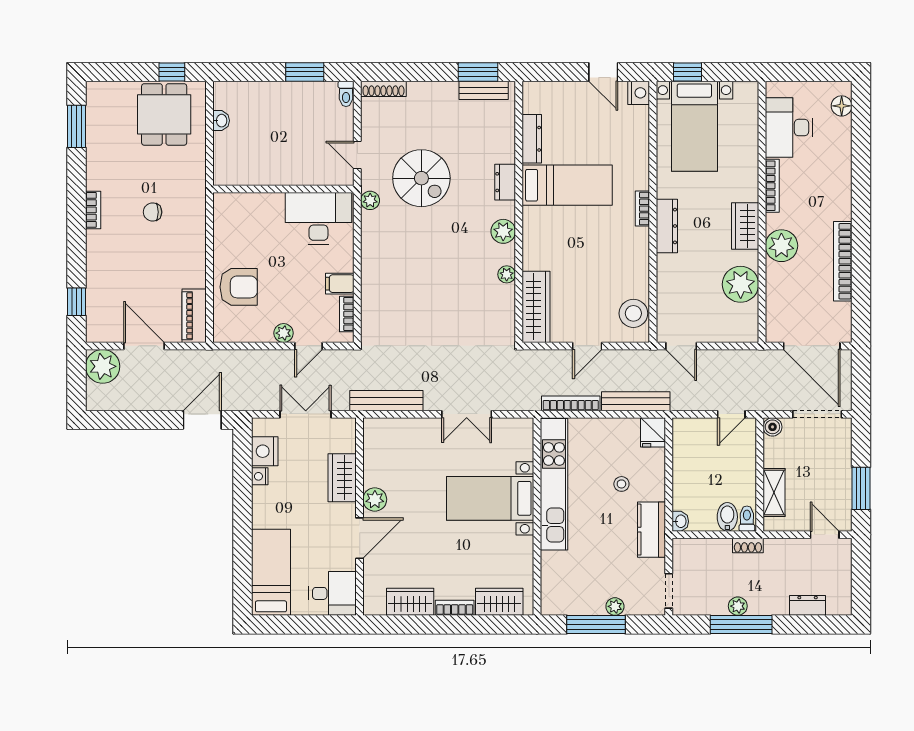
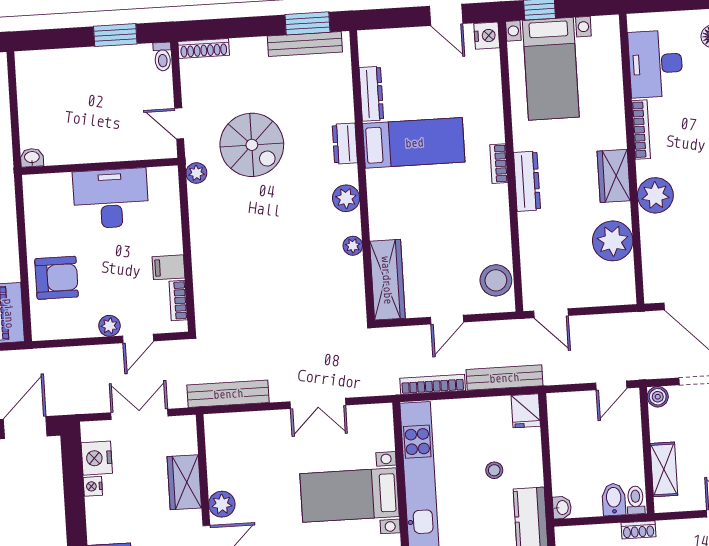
bench: (484, 90) -> (305, 44), width x1.36
washbasin: (221, 121) -> (32, 158), moved, turned -90
desk: (318, 219) -> (111, 198), moved

